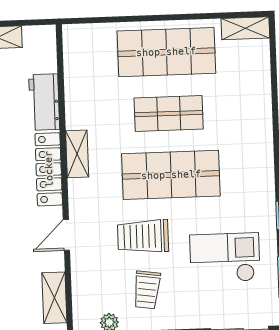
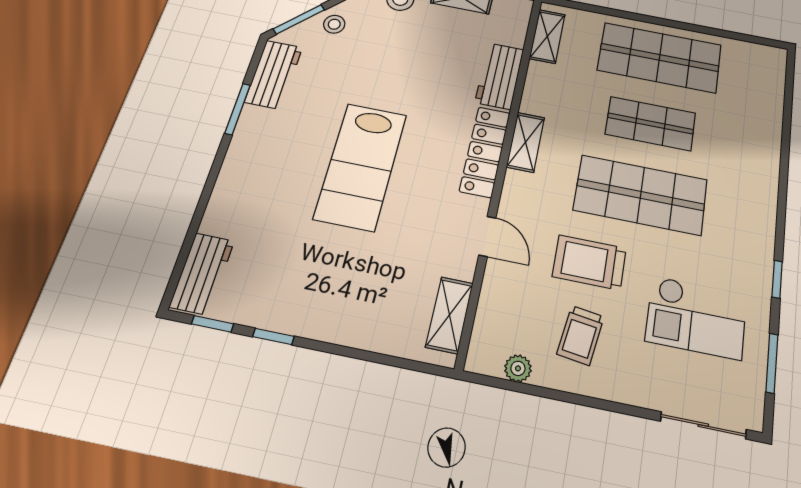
shelving: (245, 28) -> (547, 36), moved, turned 90
door: (66, 235) -> (487, 236), swing flipped
checkout: (225, 258) -> (696, 317), turned 180

